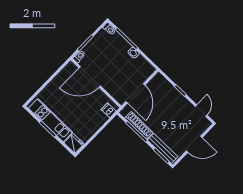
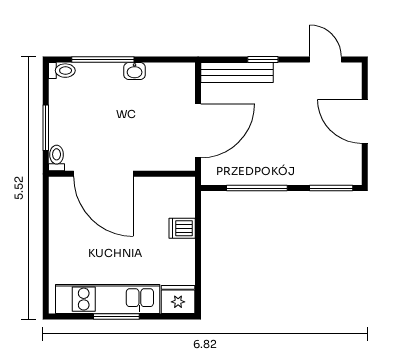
door: (90, 77) -> (103, 174), hinge flipped
door: (135, 93) -> (198, 131), hinge flipped
dishwasher: (109, 110) -> (182, 228), moved
shoe rack: (139, 125) -> (251, 175), removed
door: (194, 144) -> (365, 121), swing flipped
bench: (163, 148) -> (237, 73), moved

